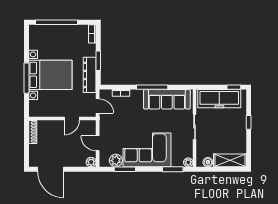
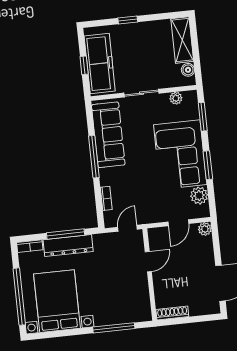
window: (98, 61) -> (66, 234), width x1.44
bed with nightstands: (50, 75) -> (57, 301), moved
dresser: (90, 75) -> (68, 246), moved
window: (26, 78) -> (114, 328), moved
window: (234, 87) -> (84, 65), moved
door: (72, 119) -> (148, 262), hinge flipped
plant: (188, 162) -> (176, 98), moved
window: (125, 169) -> (208, 165), moved

